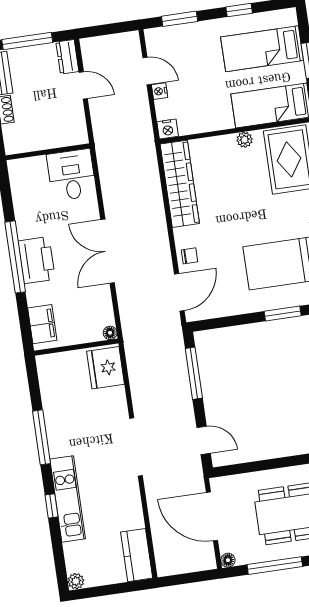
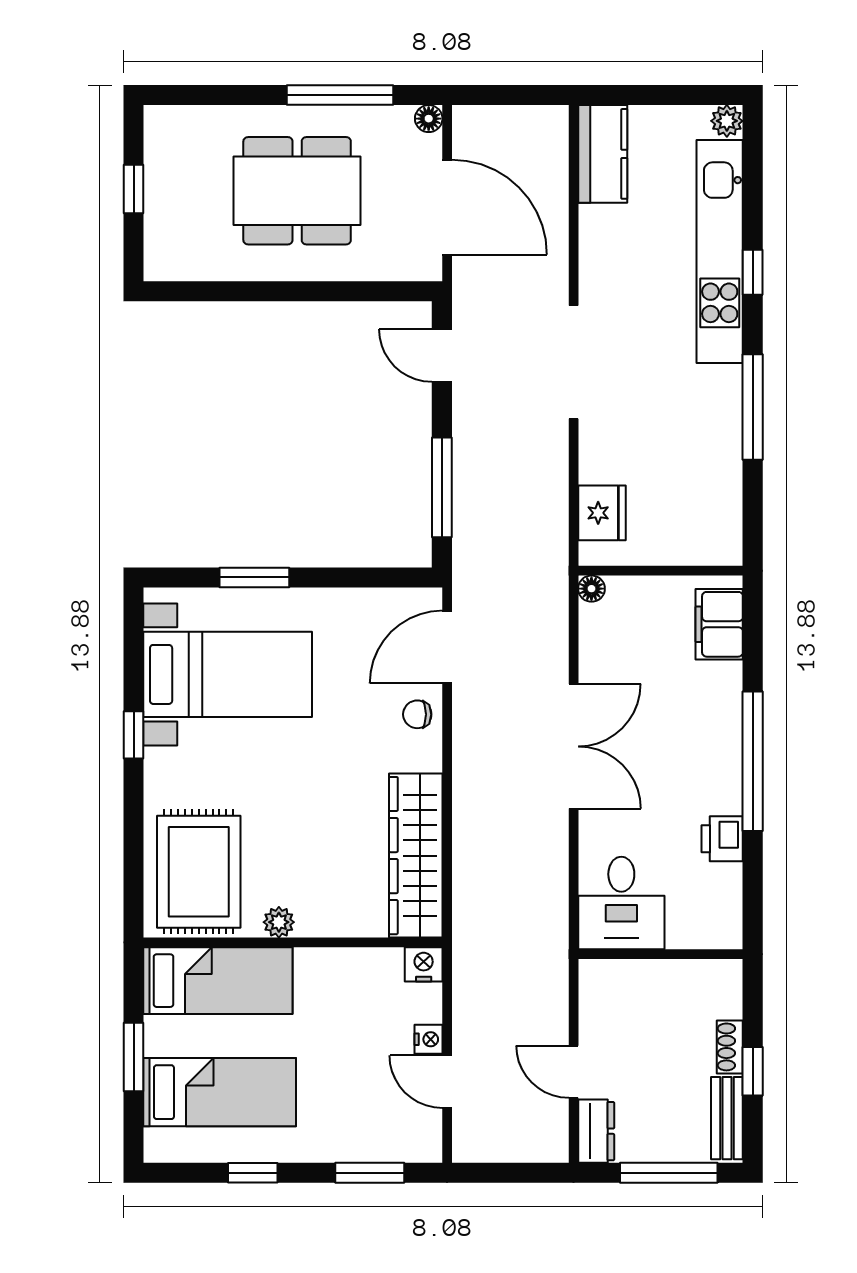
printer: (37, 260) -> (722, 839), moved, width x0.53, depth x0.68
fridge: (106, 368) -> (602, 513), width x0.73, depth x0.75
kitchen unit: (68, 499) -> (720, 251), width x1.36

